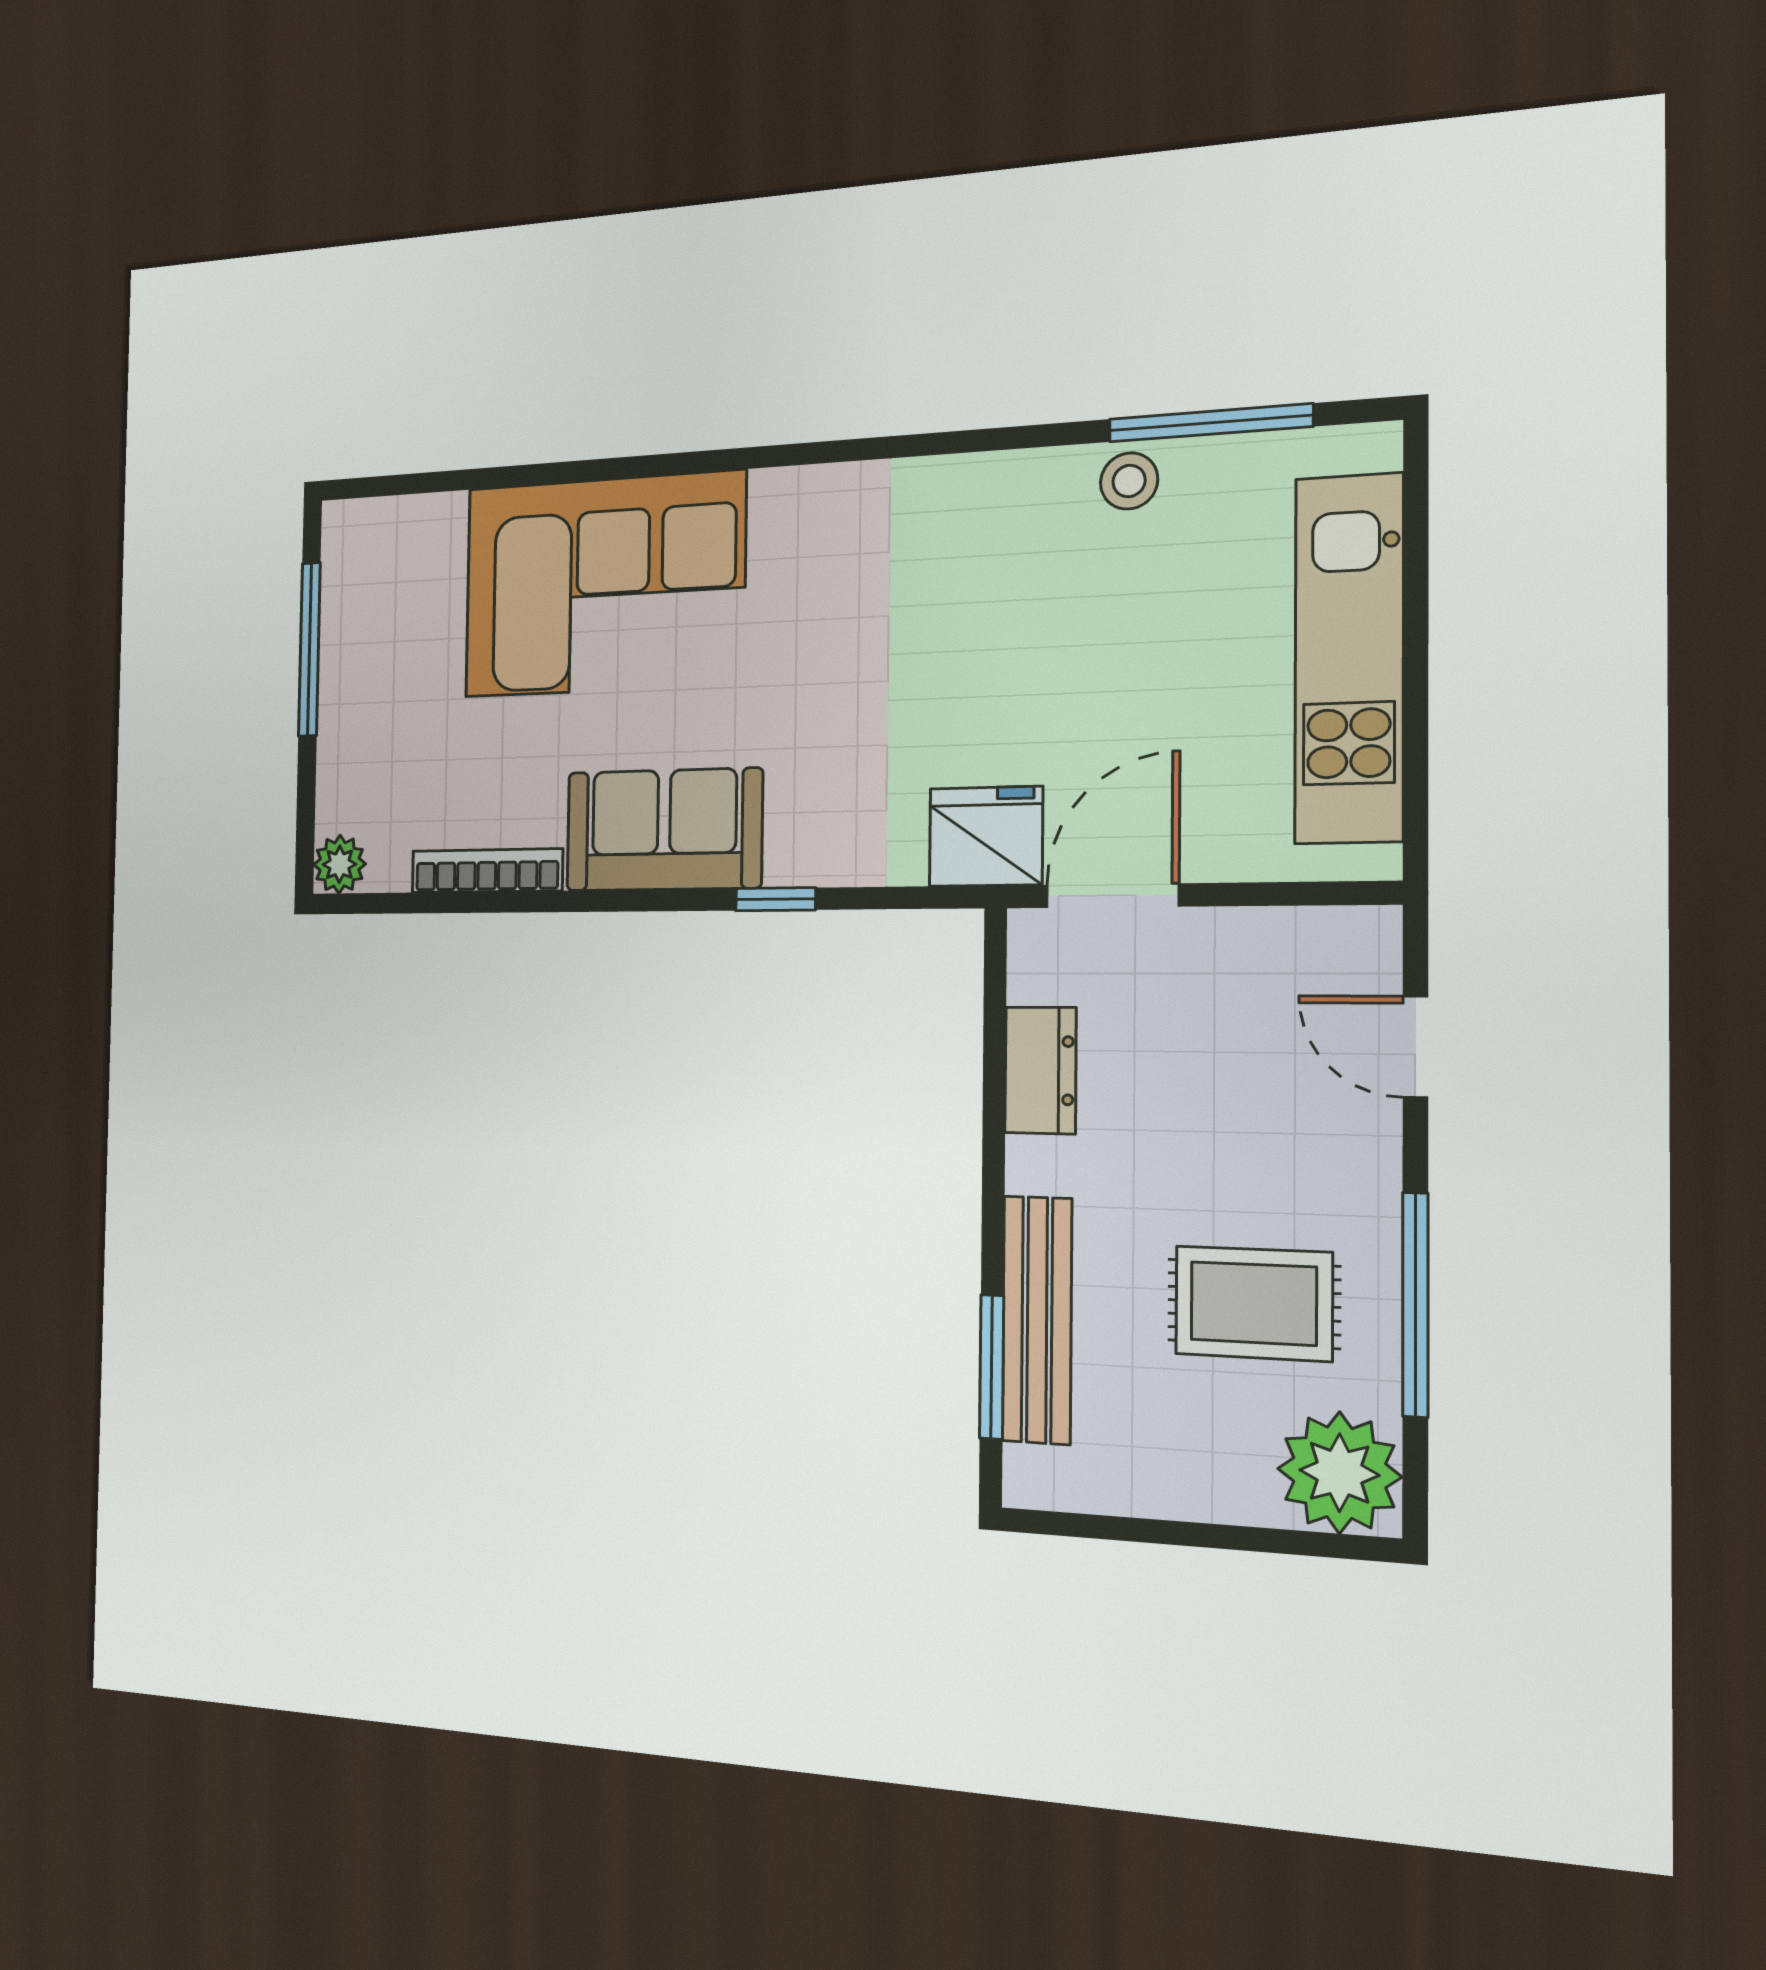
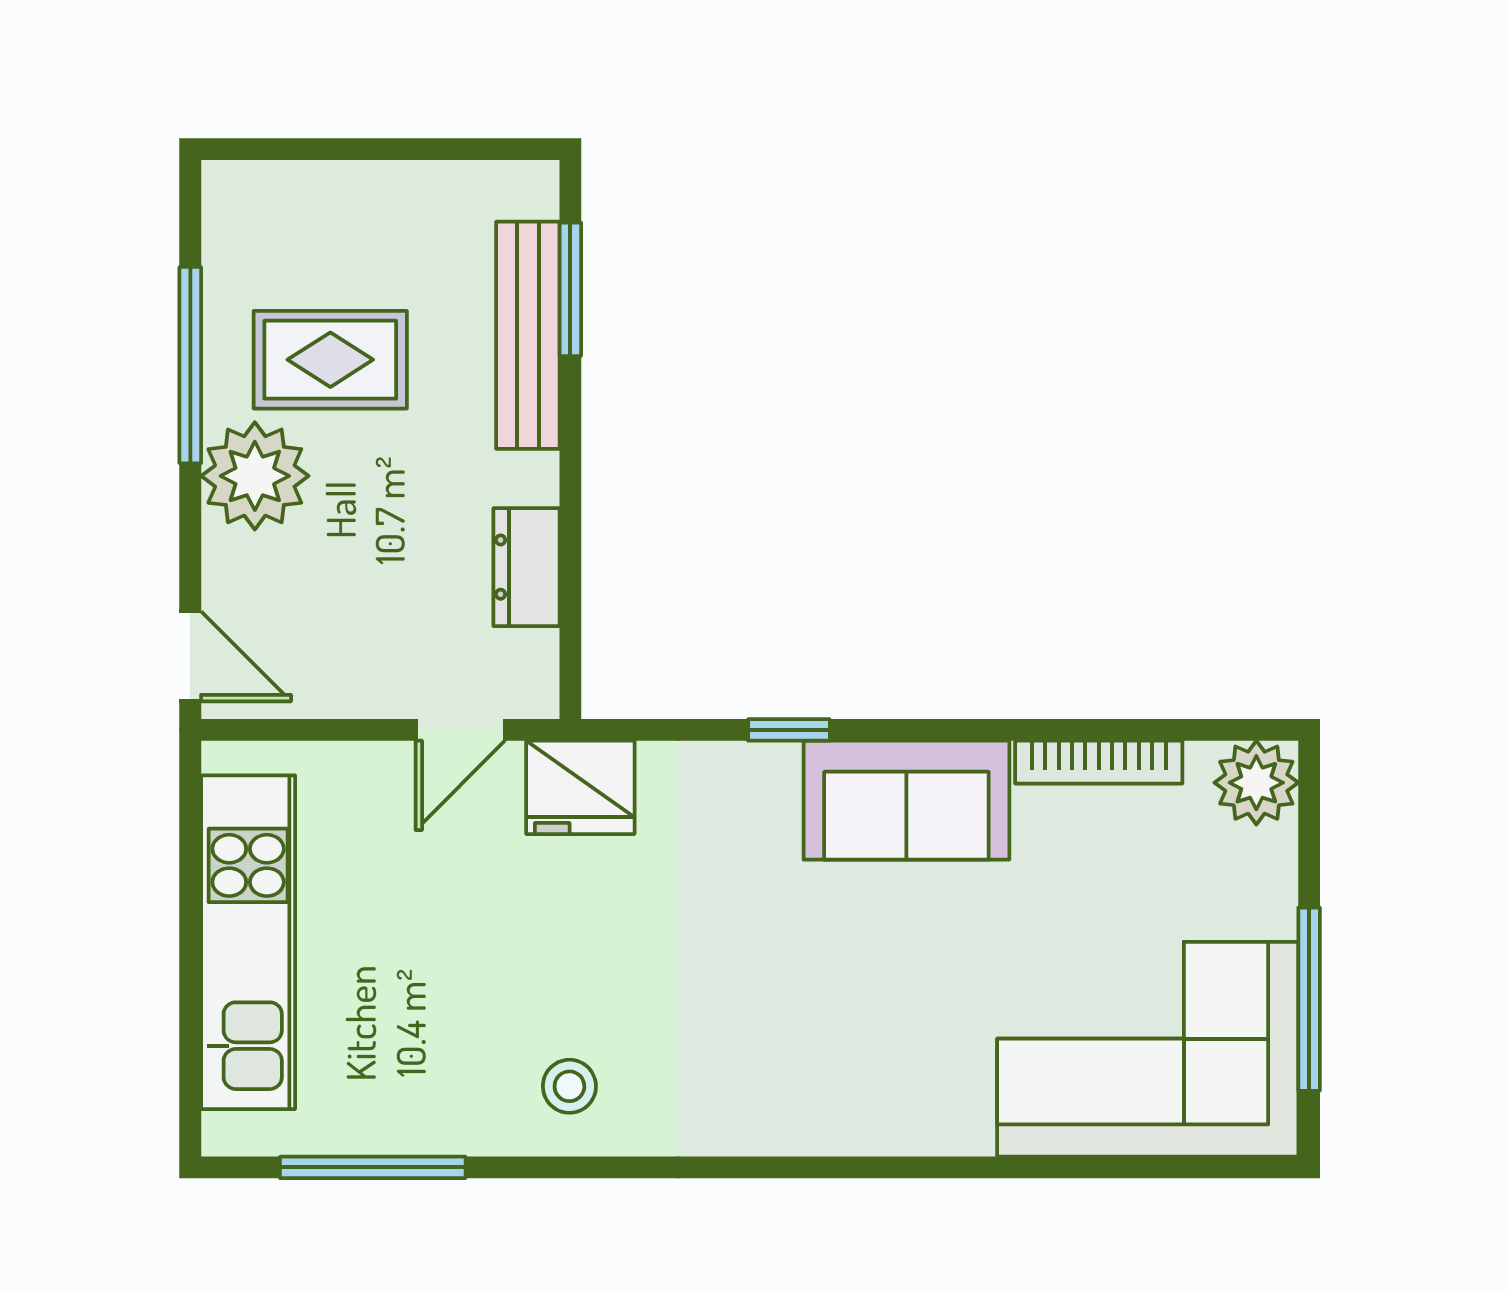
stool: (1129, 481) -> (569, 1086), moved
corner sofa: (604, 585) -> (1148, 1049), moved
plant: (340, 864) -> (1256, 783), width x1.38, depth x1.38
door: (1112, 896) -> (460, 730), width x0.73
door: (1415, 1047) -> (190, 656), moved
plant: (1339, 1473) -> (255, 476), moved

